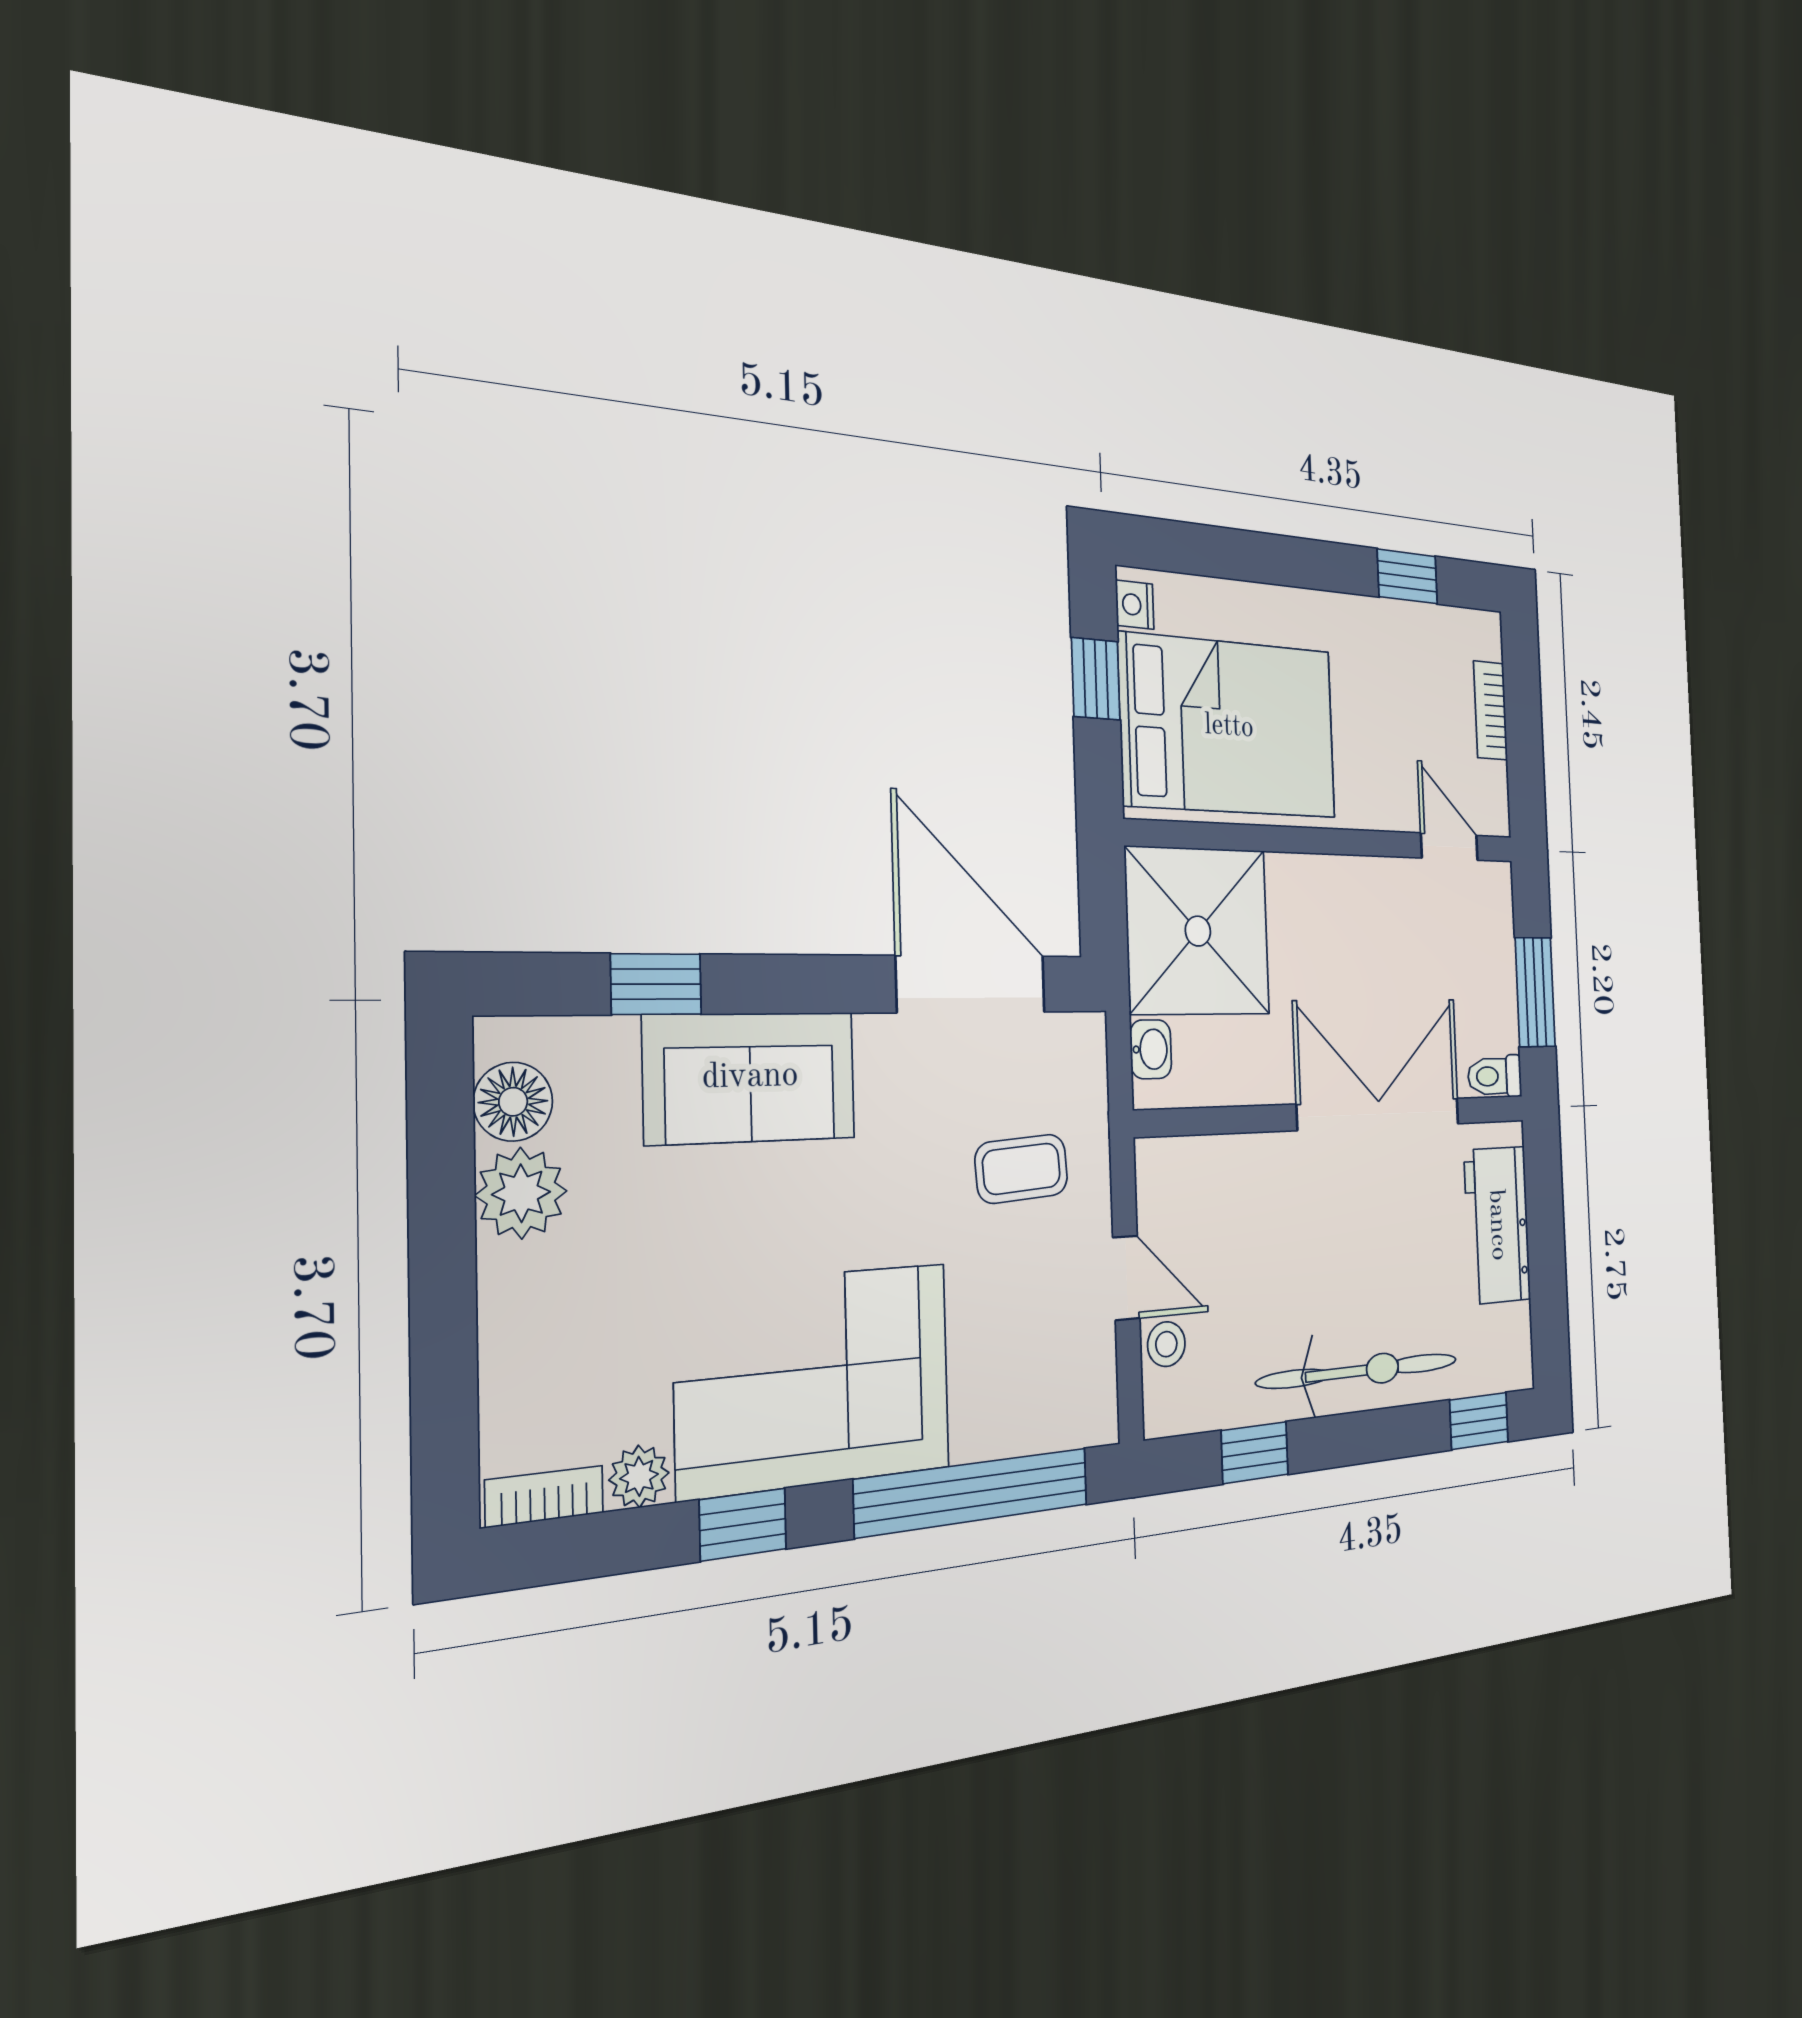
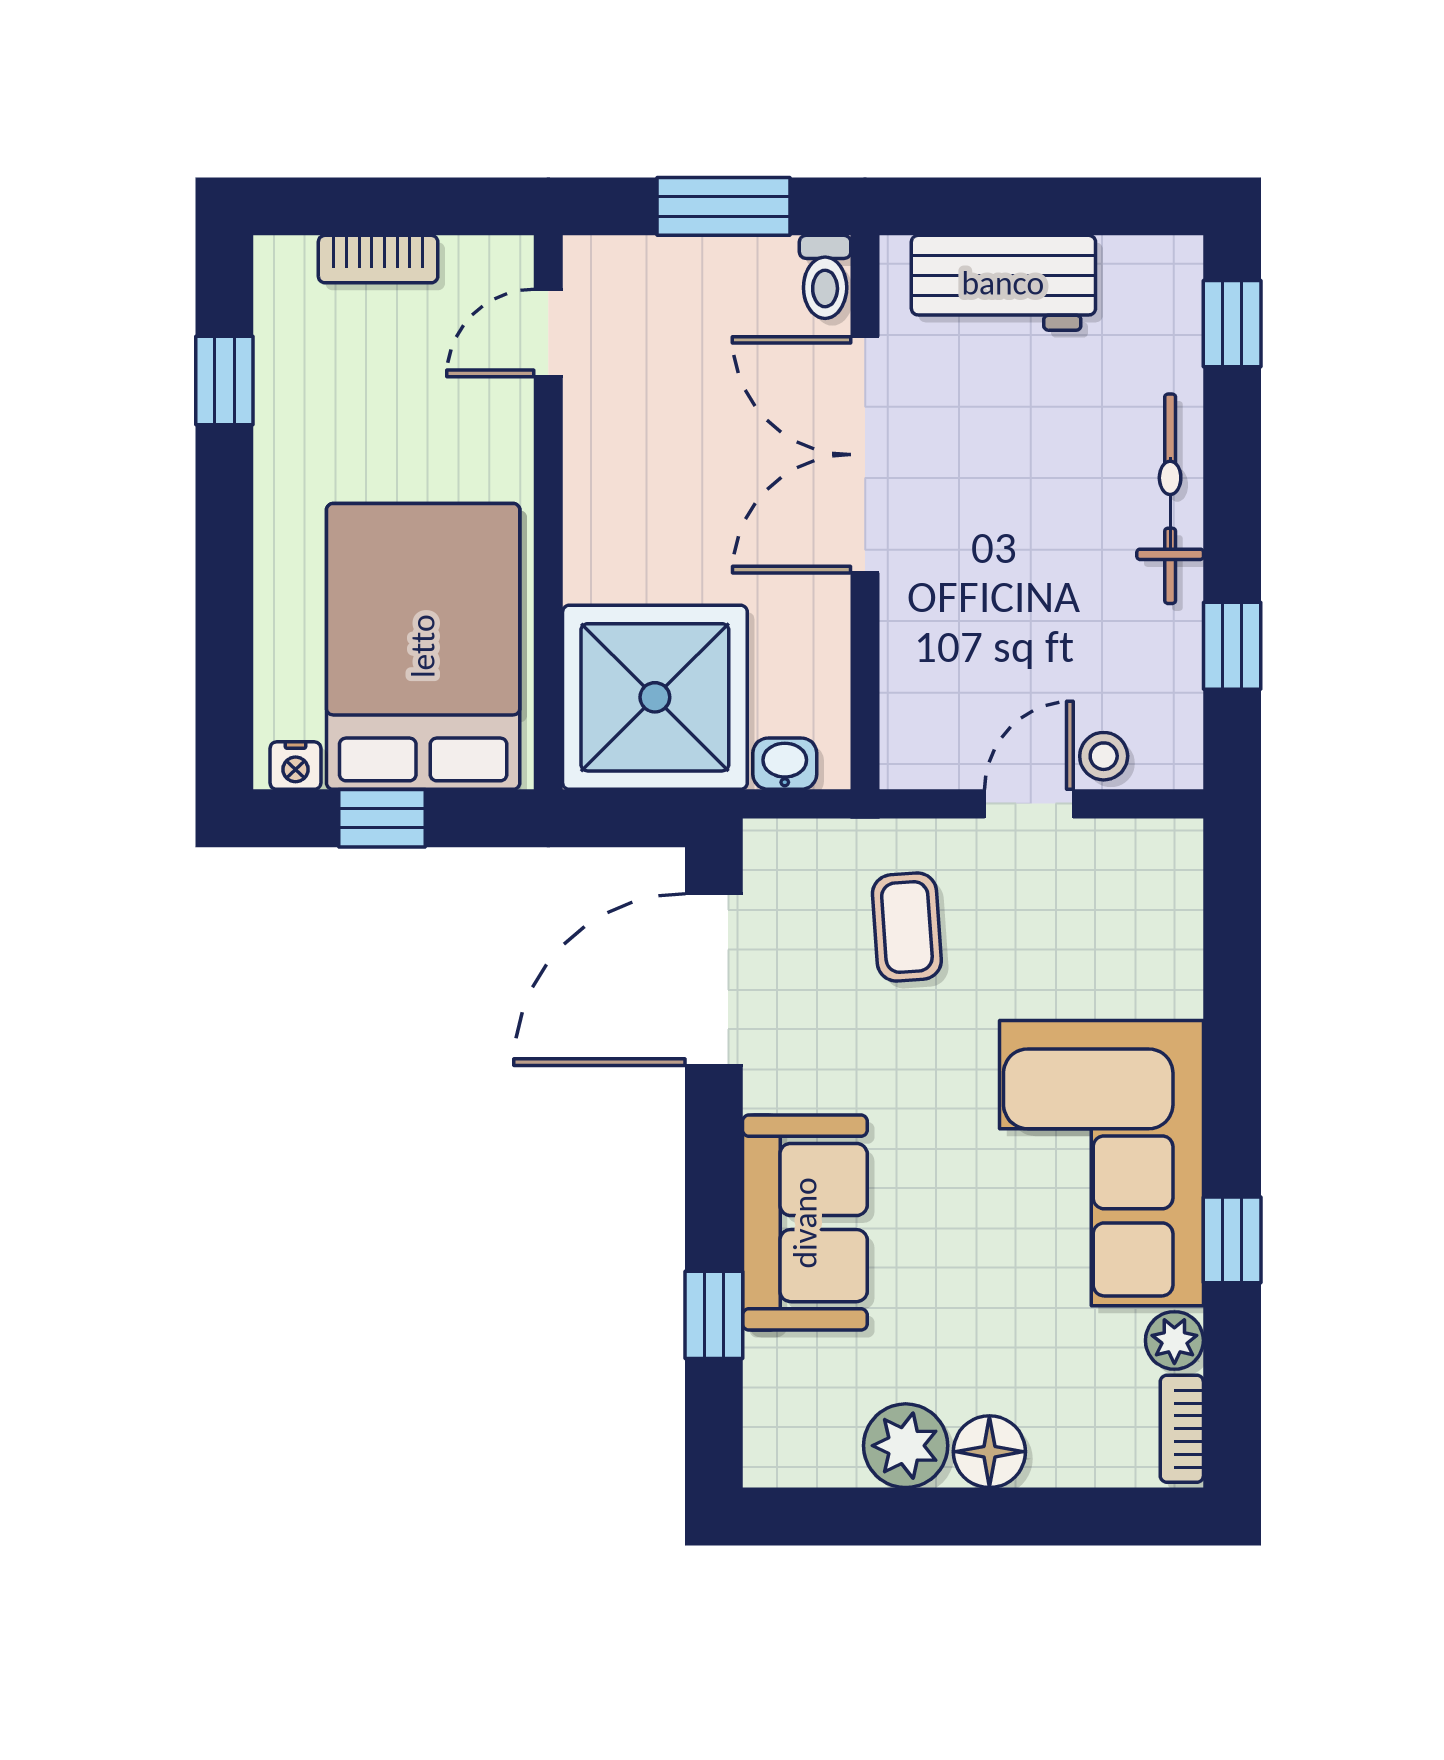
floor lamp: (513, 1102) -> (989, 1452), moved
bicycle: (1359, 1371) -> (1170, 499), width x0.73, depth x0.71
window: (973, 1492) -> (1232, 994), removed

